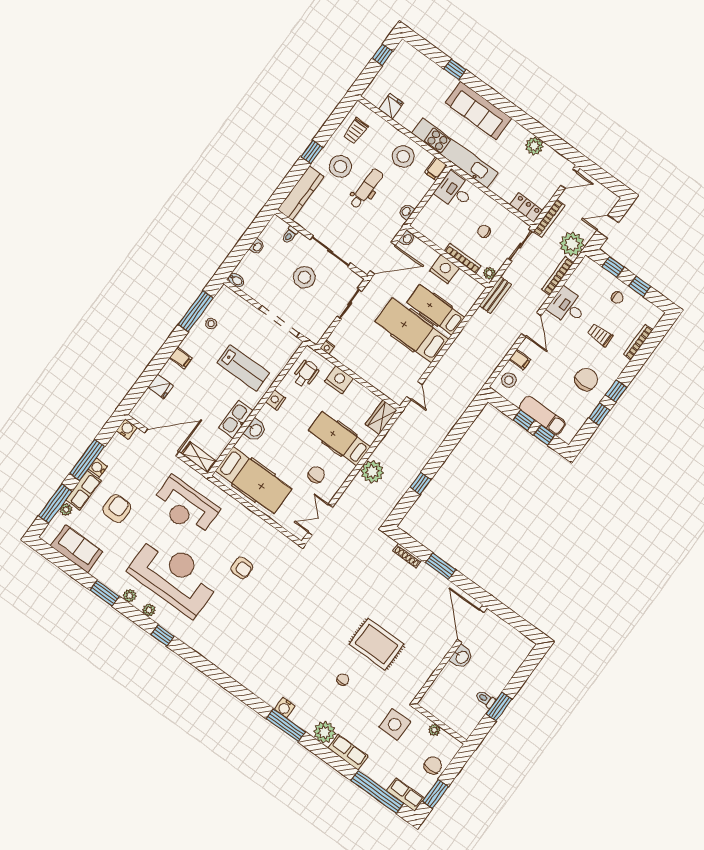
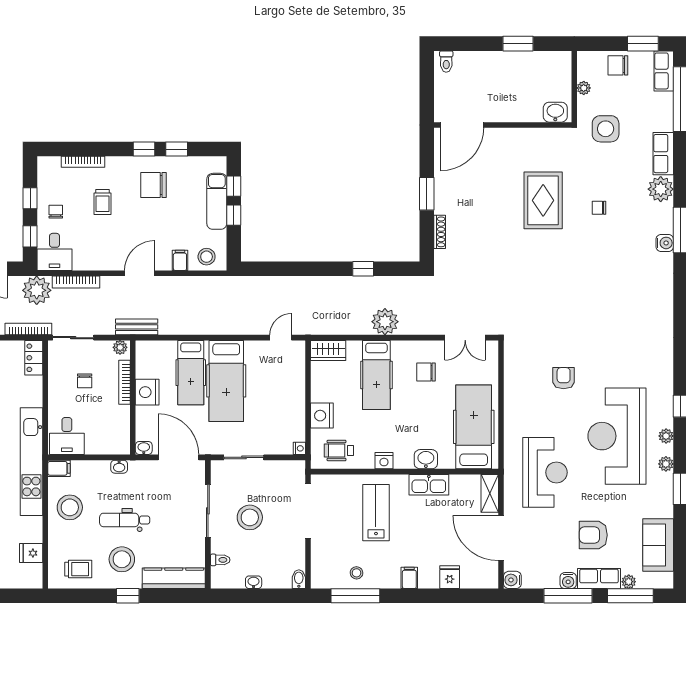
desk: (567, 307) -> (55, 252), moved
washbasin: (462, 657) -> (555, 112), moved
toilet: (485, 699) -> (446, 62), moved

